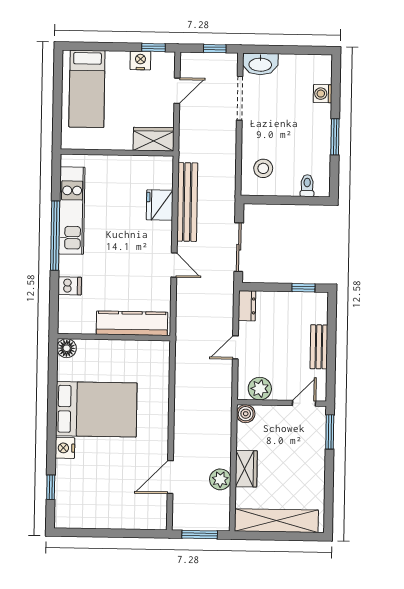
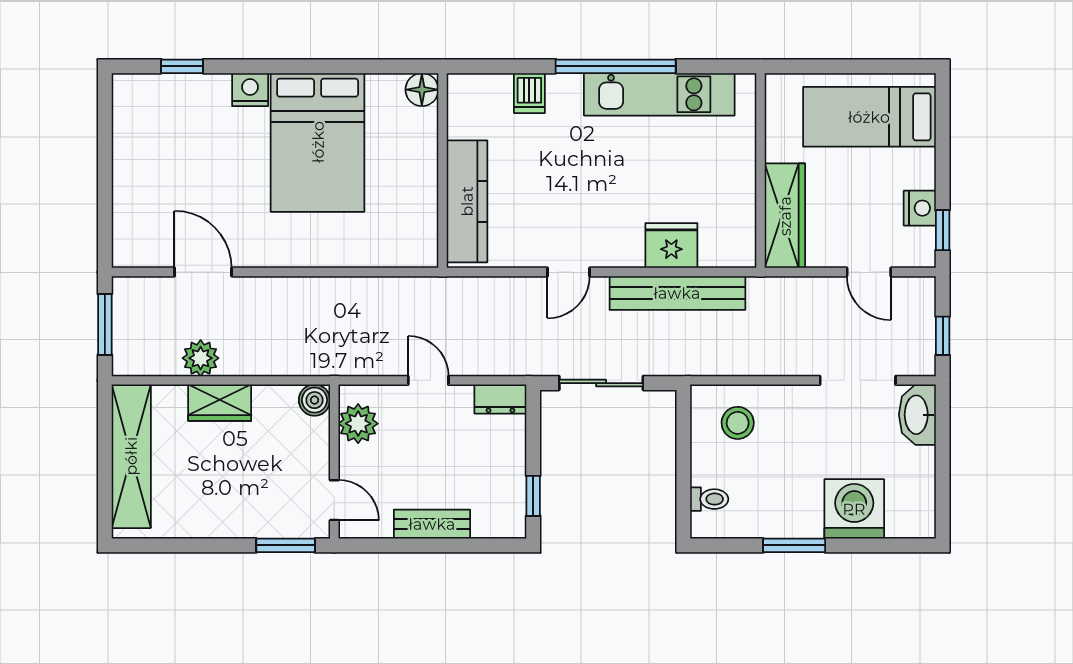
washing machine: (323, 94) -> (854, 509), width x1.89, depth x1.89
wardrobe: (154, 139) -> (785, 216), width x1.50

